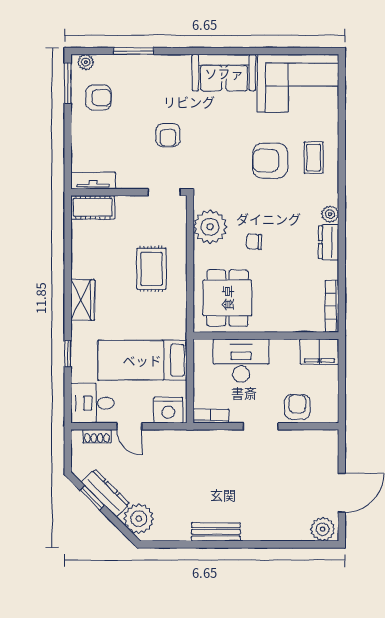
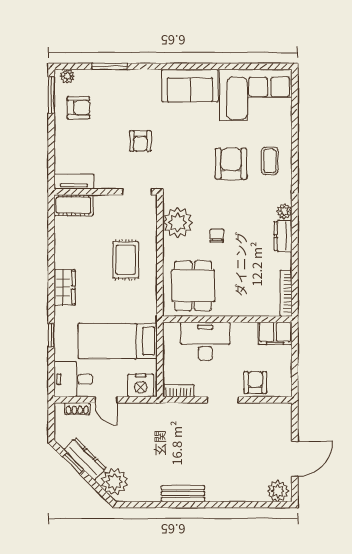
armchair: (270, 161) -> (231, 164), turned 90
chair: (254, 242) -> (217, 236), turned 88

